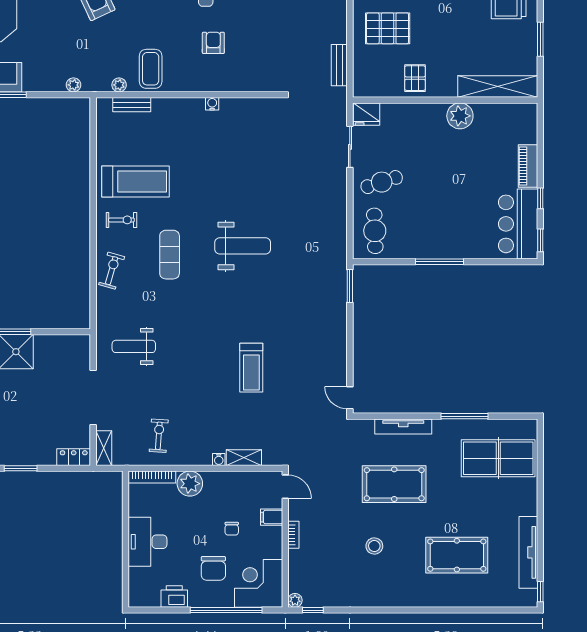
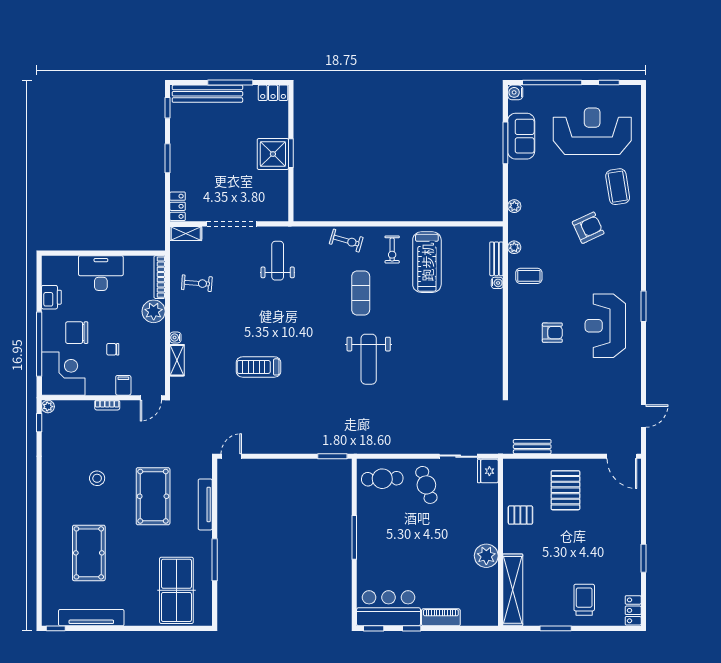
coffee table: (151, 69) -> (529, 276), width x0.73, depth x0.77
water cooler: (212, 104) -> (497, 283), moved
exercise mat: (170, 255) -> (361, 293), turned 90

